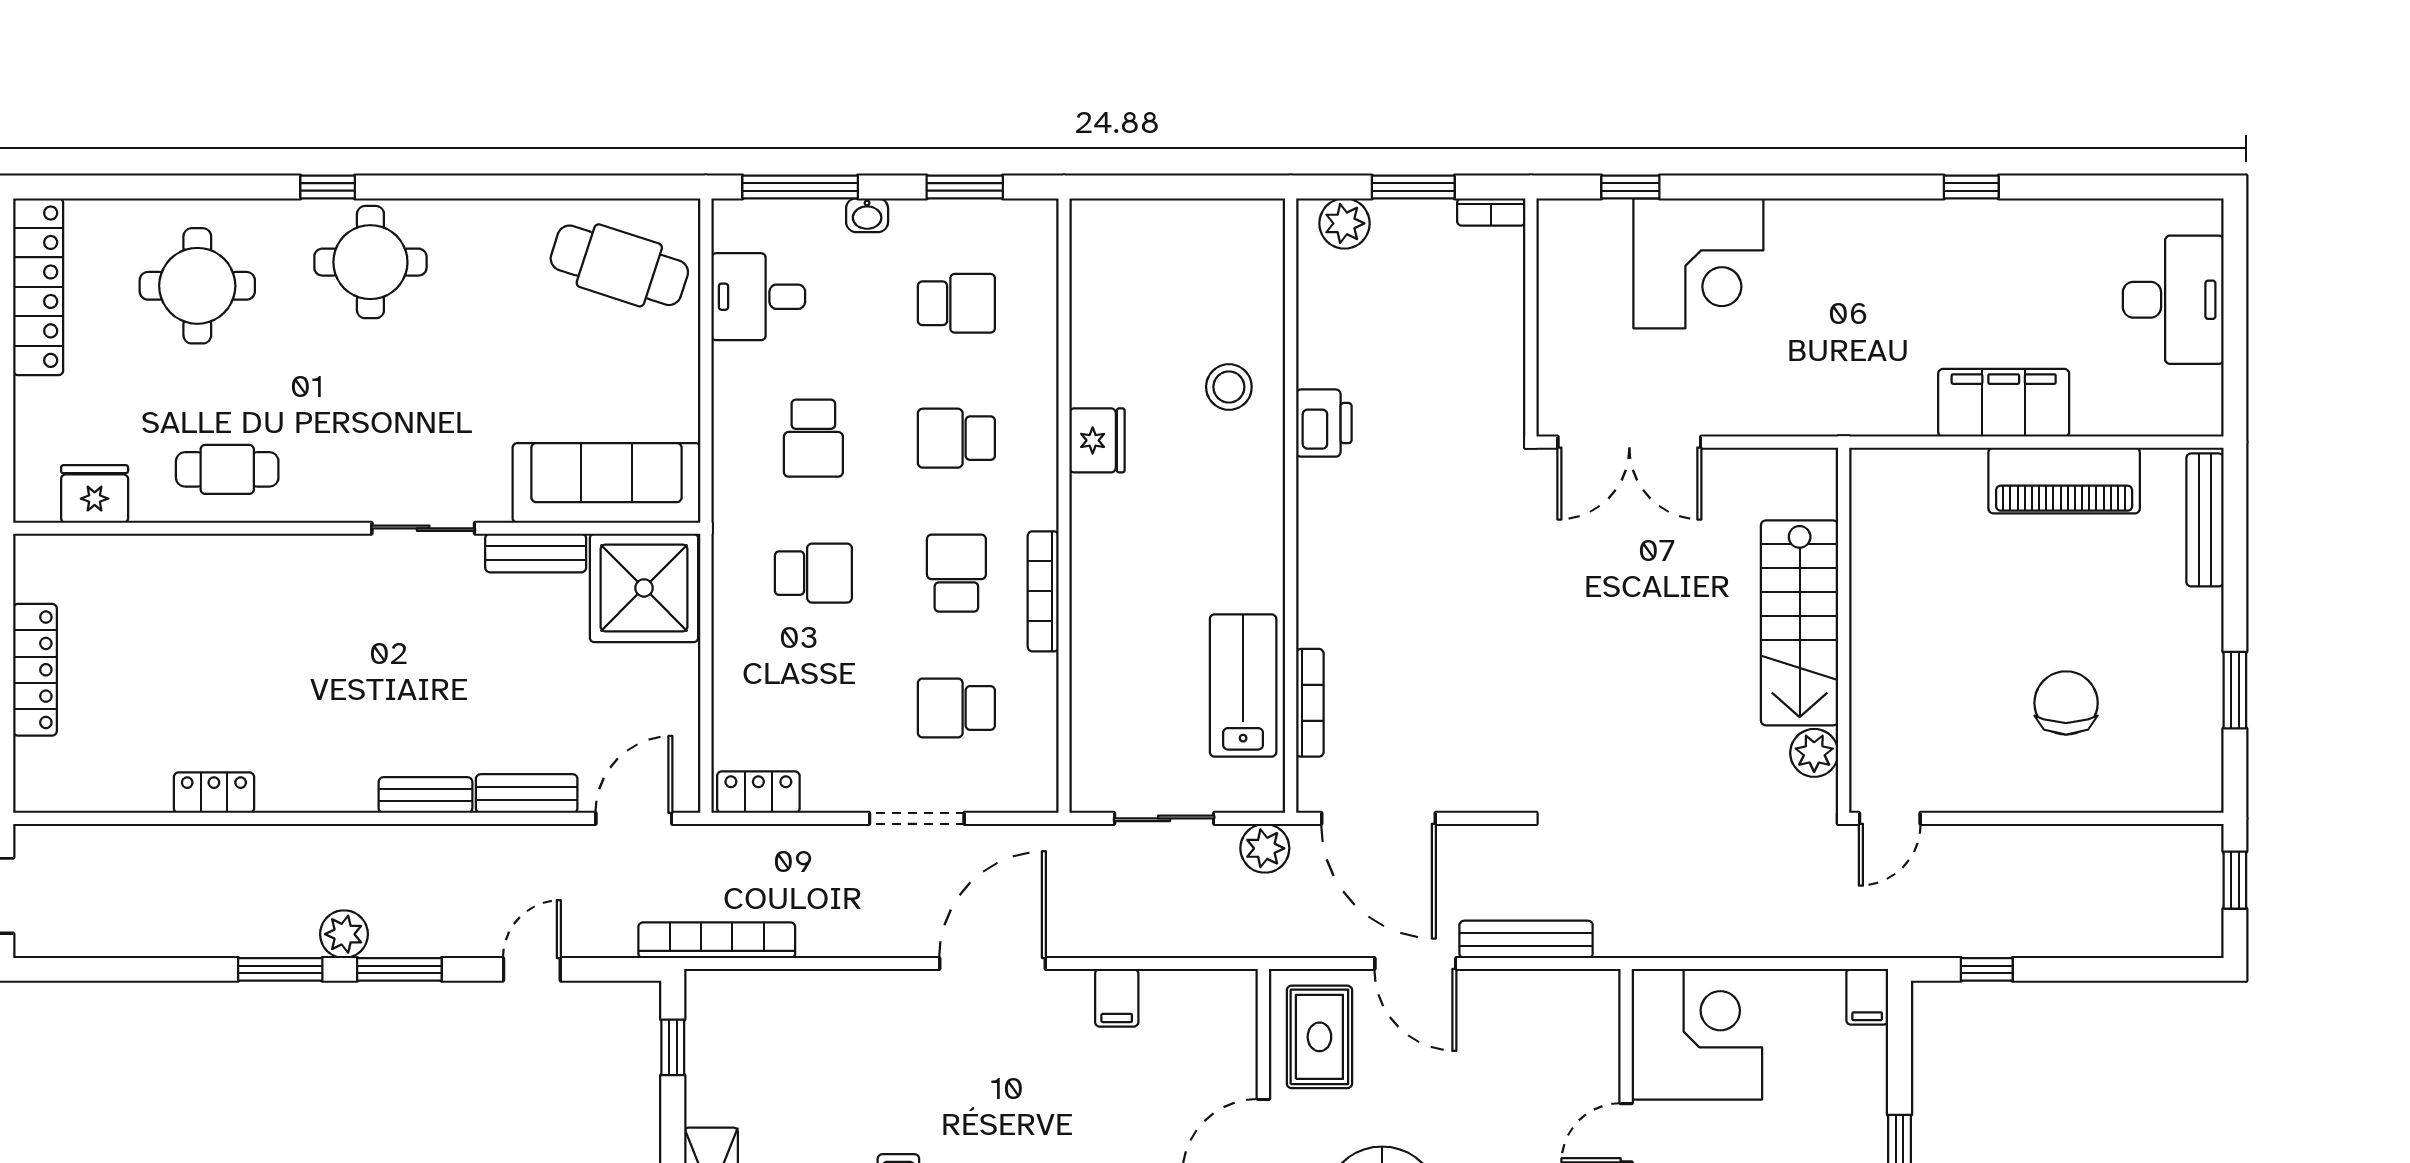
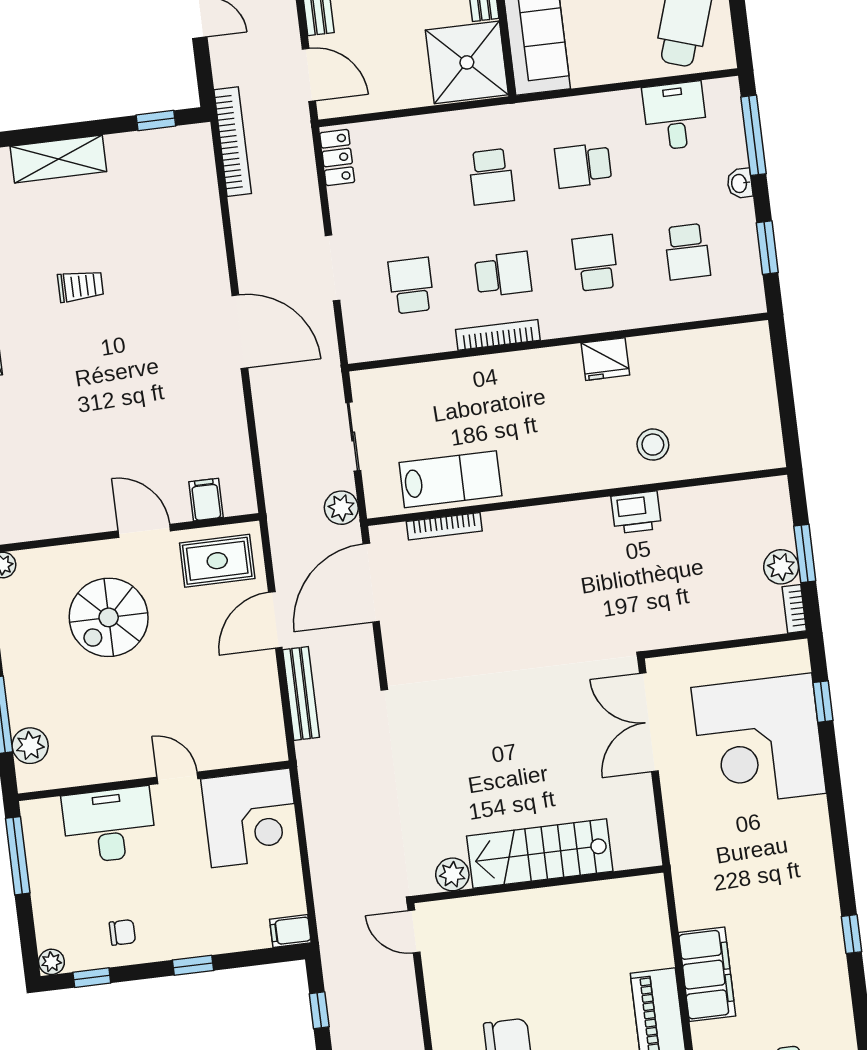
plant: (1344, 223) -> (781, 567), moved
corner desk: (1698, 263) -> (759, 740), width x1.36, depth x1.36
filing cabinet: (1117, 998) -> (206, 500), moved, turned 90

